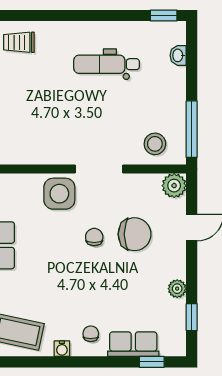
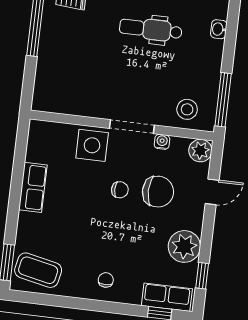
chair: (94, 237) -> (120, 190), turned 90
plant: (177, 289) -> (184, 246), width x1.88, depth x1.88
row of seats: (133, 344) -> (167, 297), moved
water cooler: (62, 349) -> (162, 142), moved, turned 180

